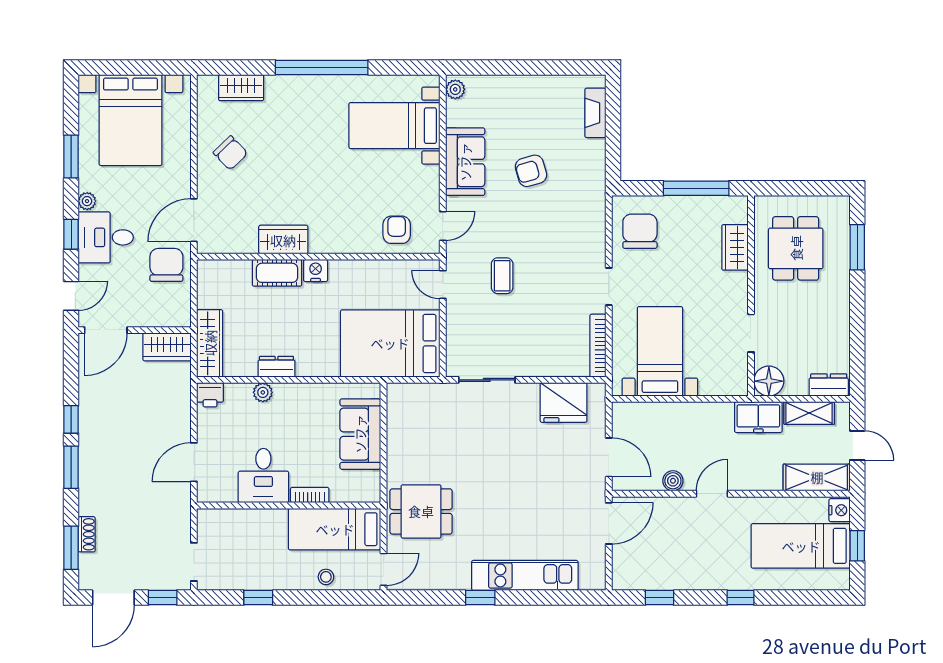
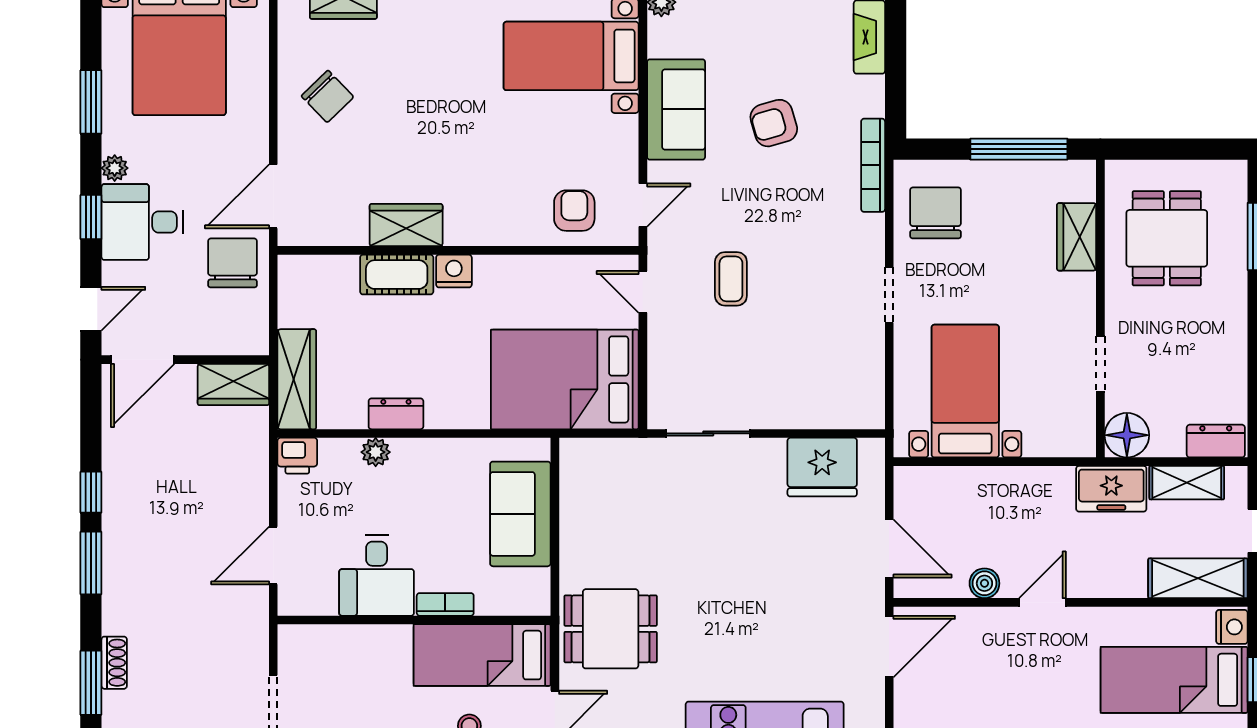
bookcase: (598, 346) -> (873, 165), moved

